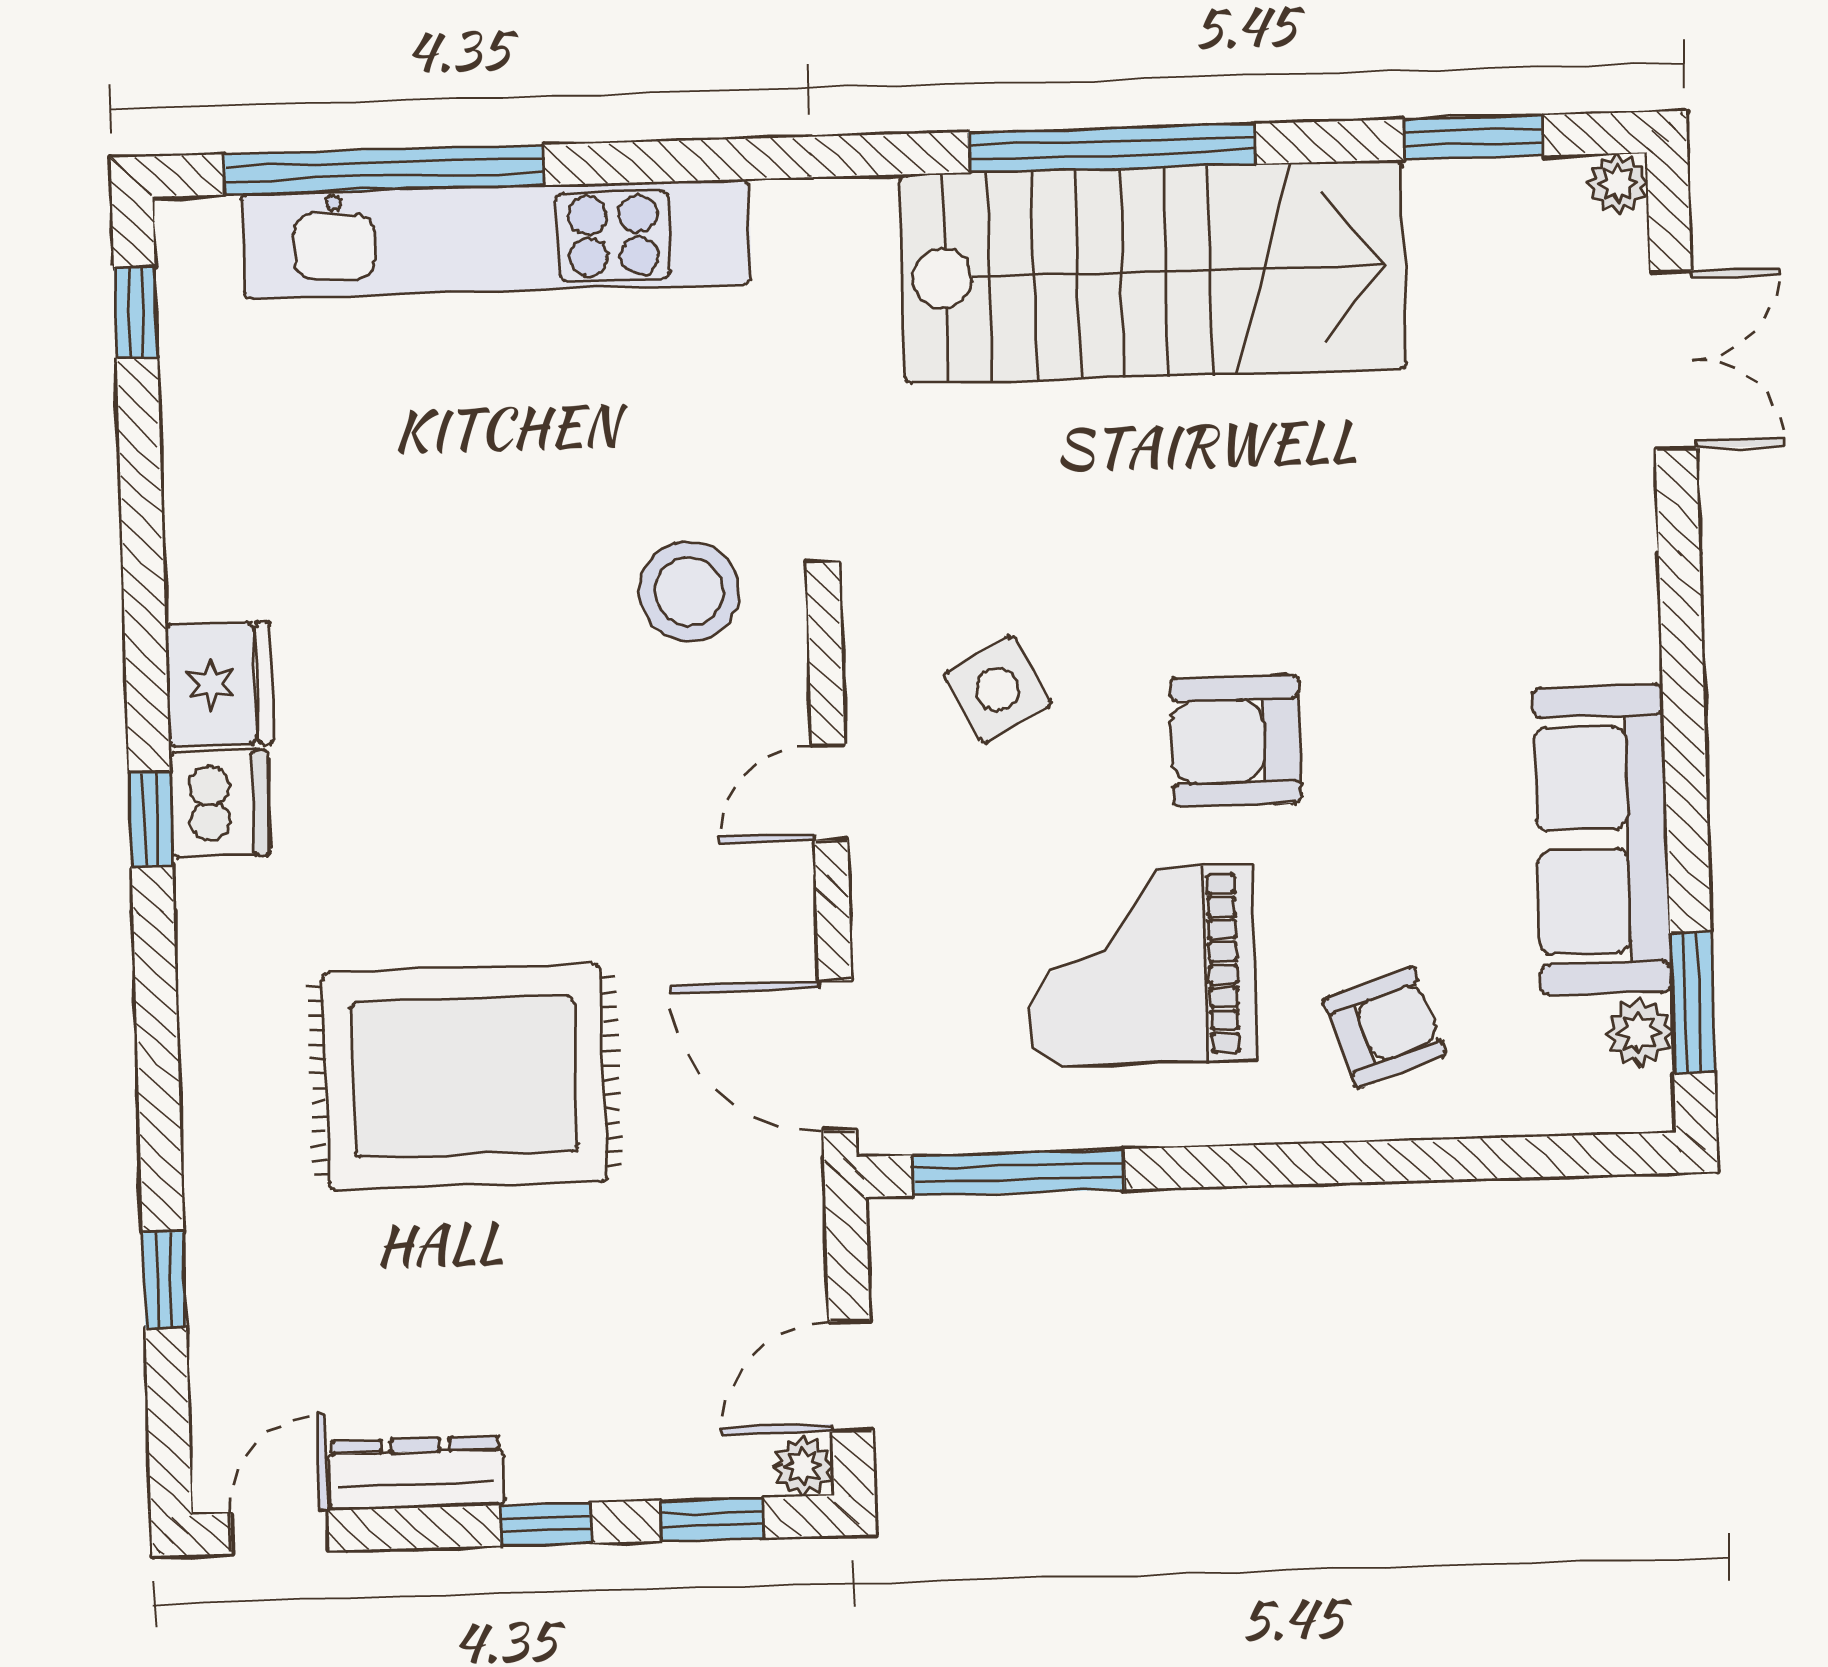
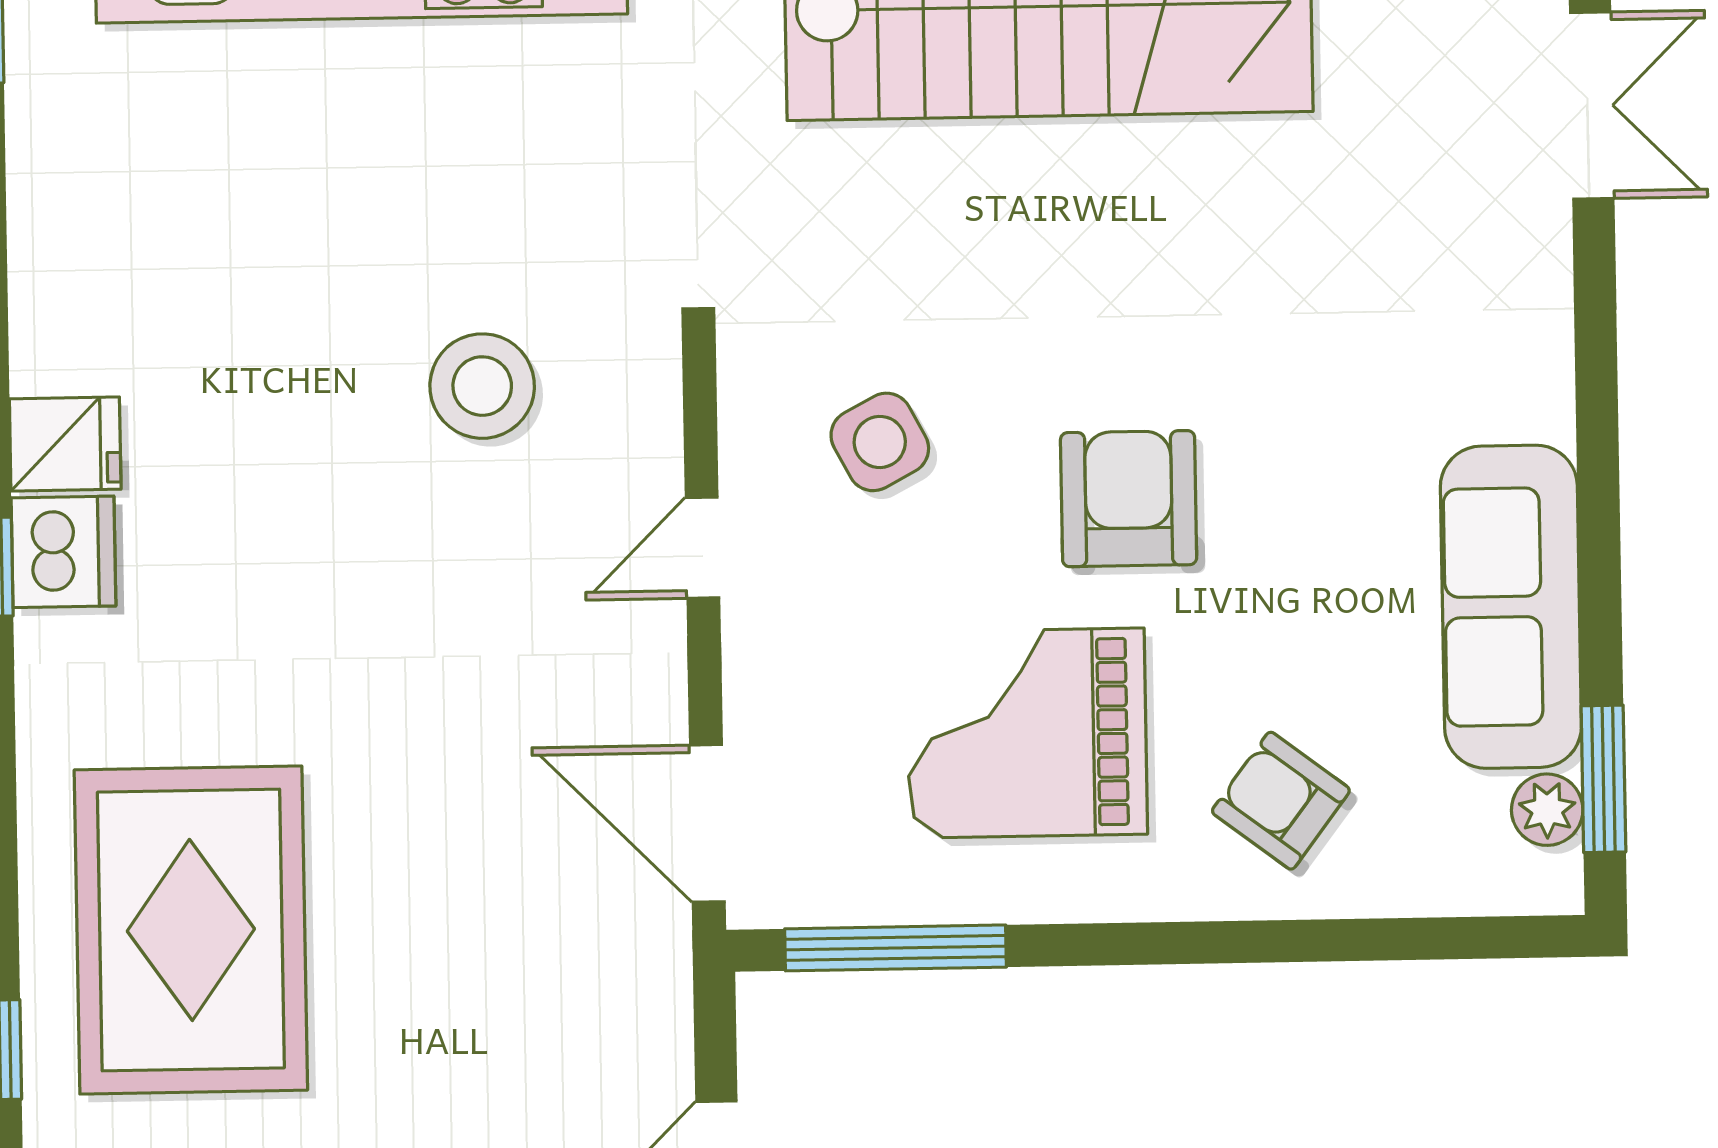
stool: (689, 591) -> (482, 386), moved
fridge: (219, 684) -> (65, 444), width x0.72
armchair: (1236, 741) -> (1129, 499), turned 90
armchair: (1385, 1027) -> (1281, 801), turned -124
rug: (465, 1077) -> (191, 930), moved, turned 90

